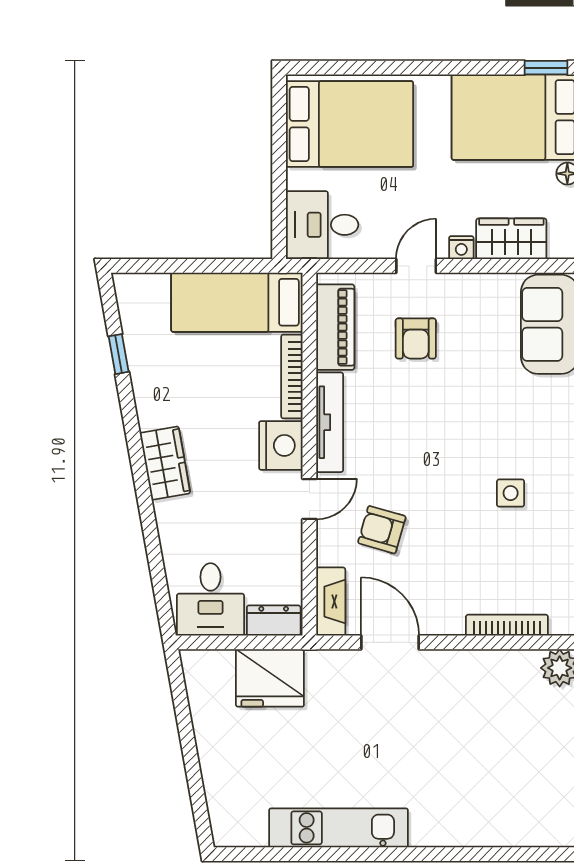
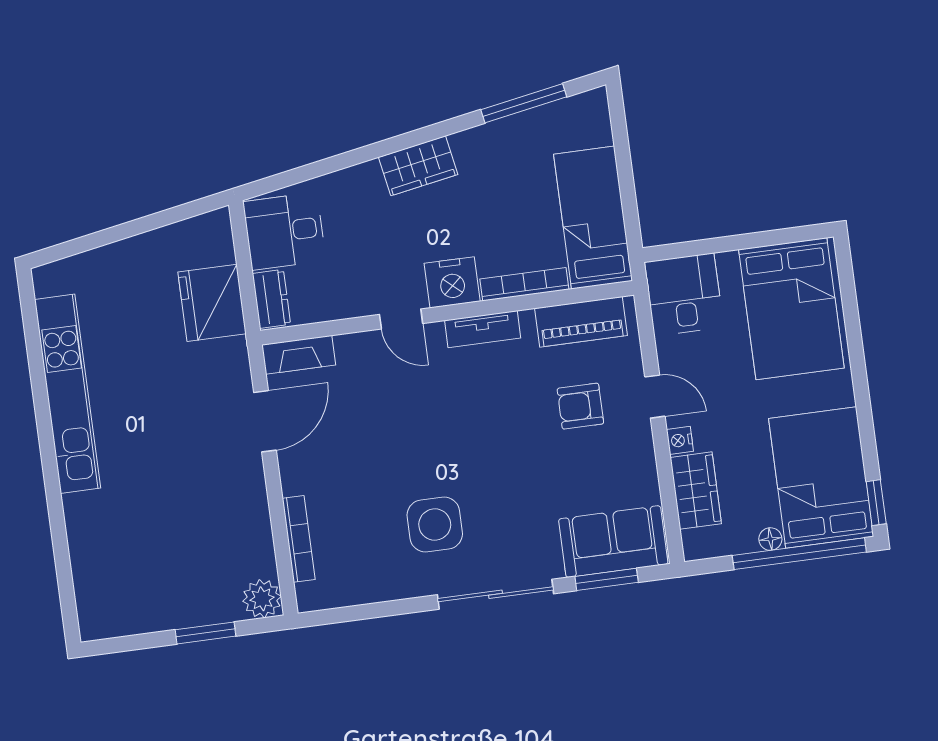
window: (119, 354) -> (524, 103), width x2.17
tv unit: (330, 422) -> (483, 329), width x0.71
side table: (511, 493) -> (435, 525), width x1.87, depth x1.87
armchair: (382, 530) -> (379, 397), removed
kitchen unit: (338, 828) -> (68, 394), width x1.36

